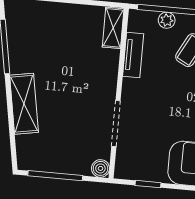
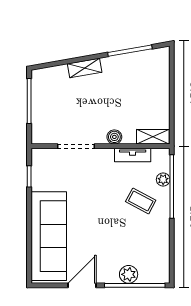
shelving: (24, 104) -> (85, 68), width x0.67, depth x0.75
boiler: (100, 168) -> (114, 137), moved

